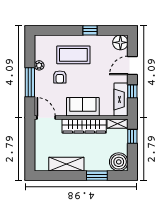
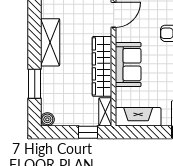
window: (132, 91) -> (149, 132), removed
boiler: (119, 162) -> (47, 119), width x0.54, depth x0.54

